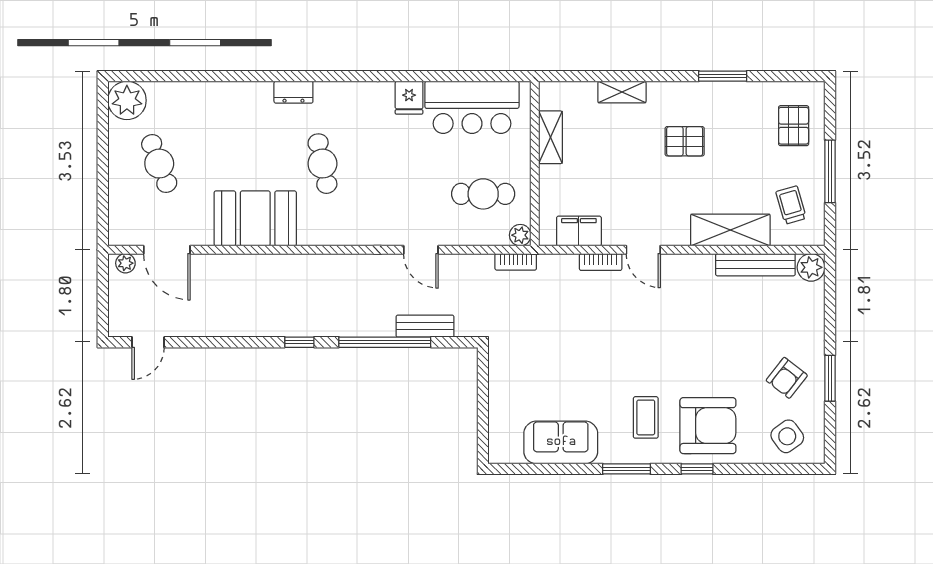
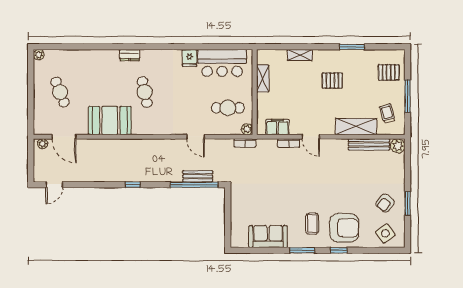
plant: (127, 100) -> (39, 55), width x0.53, depth x0.53
pallet: (794, 126) -> (389, 72), turned 90
window: (385, 342) -> (194, 185), moved

